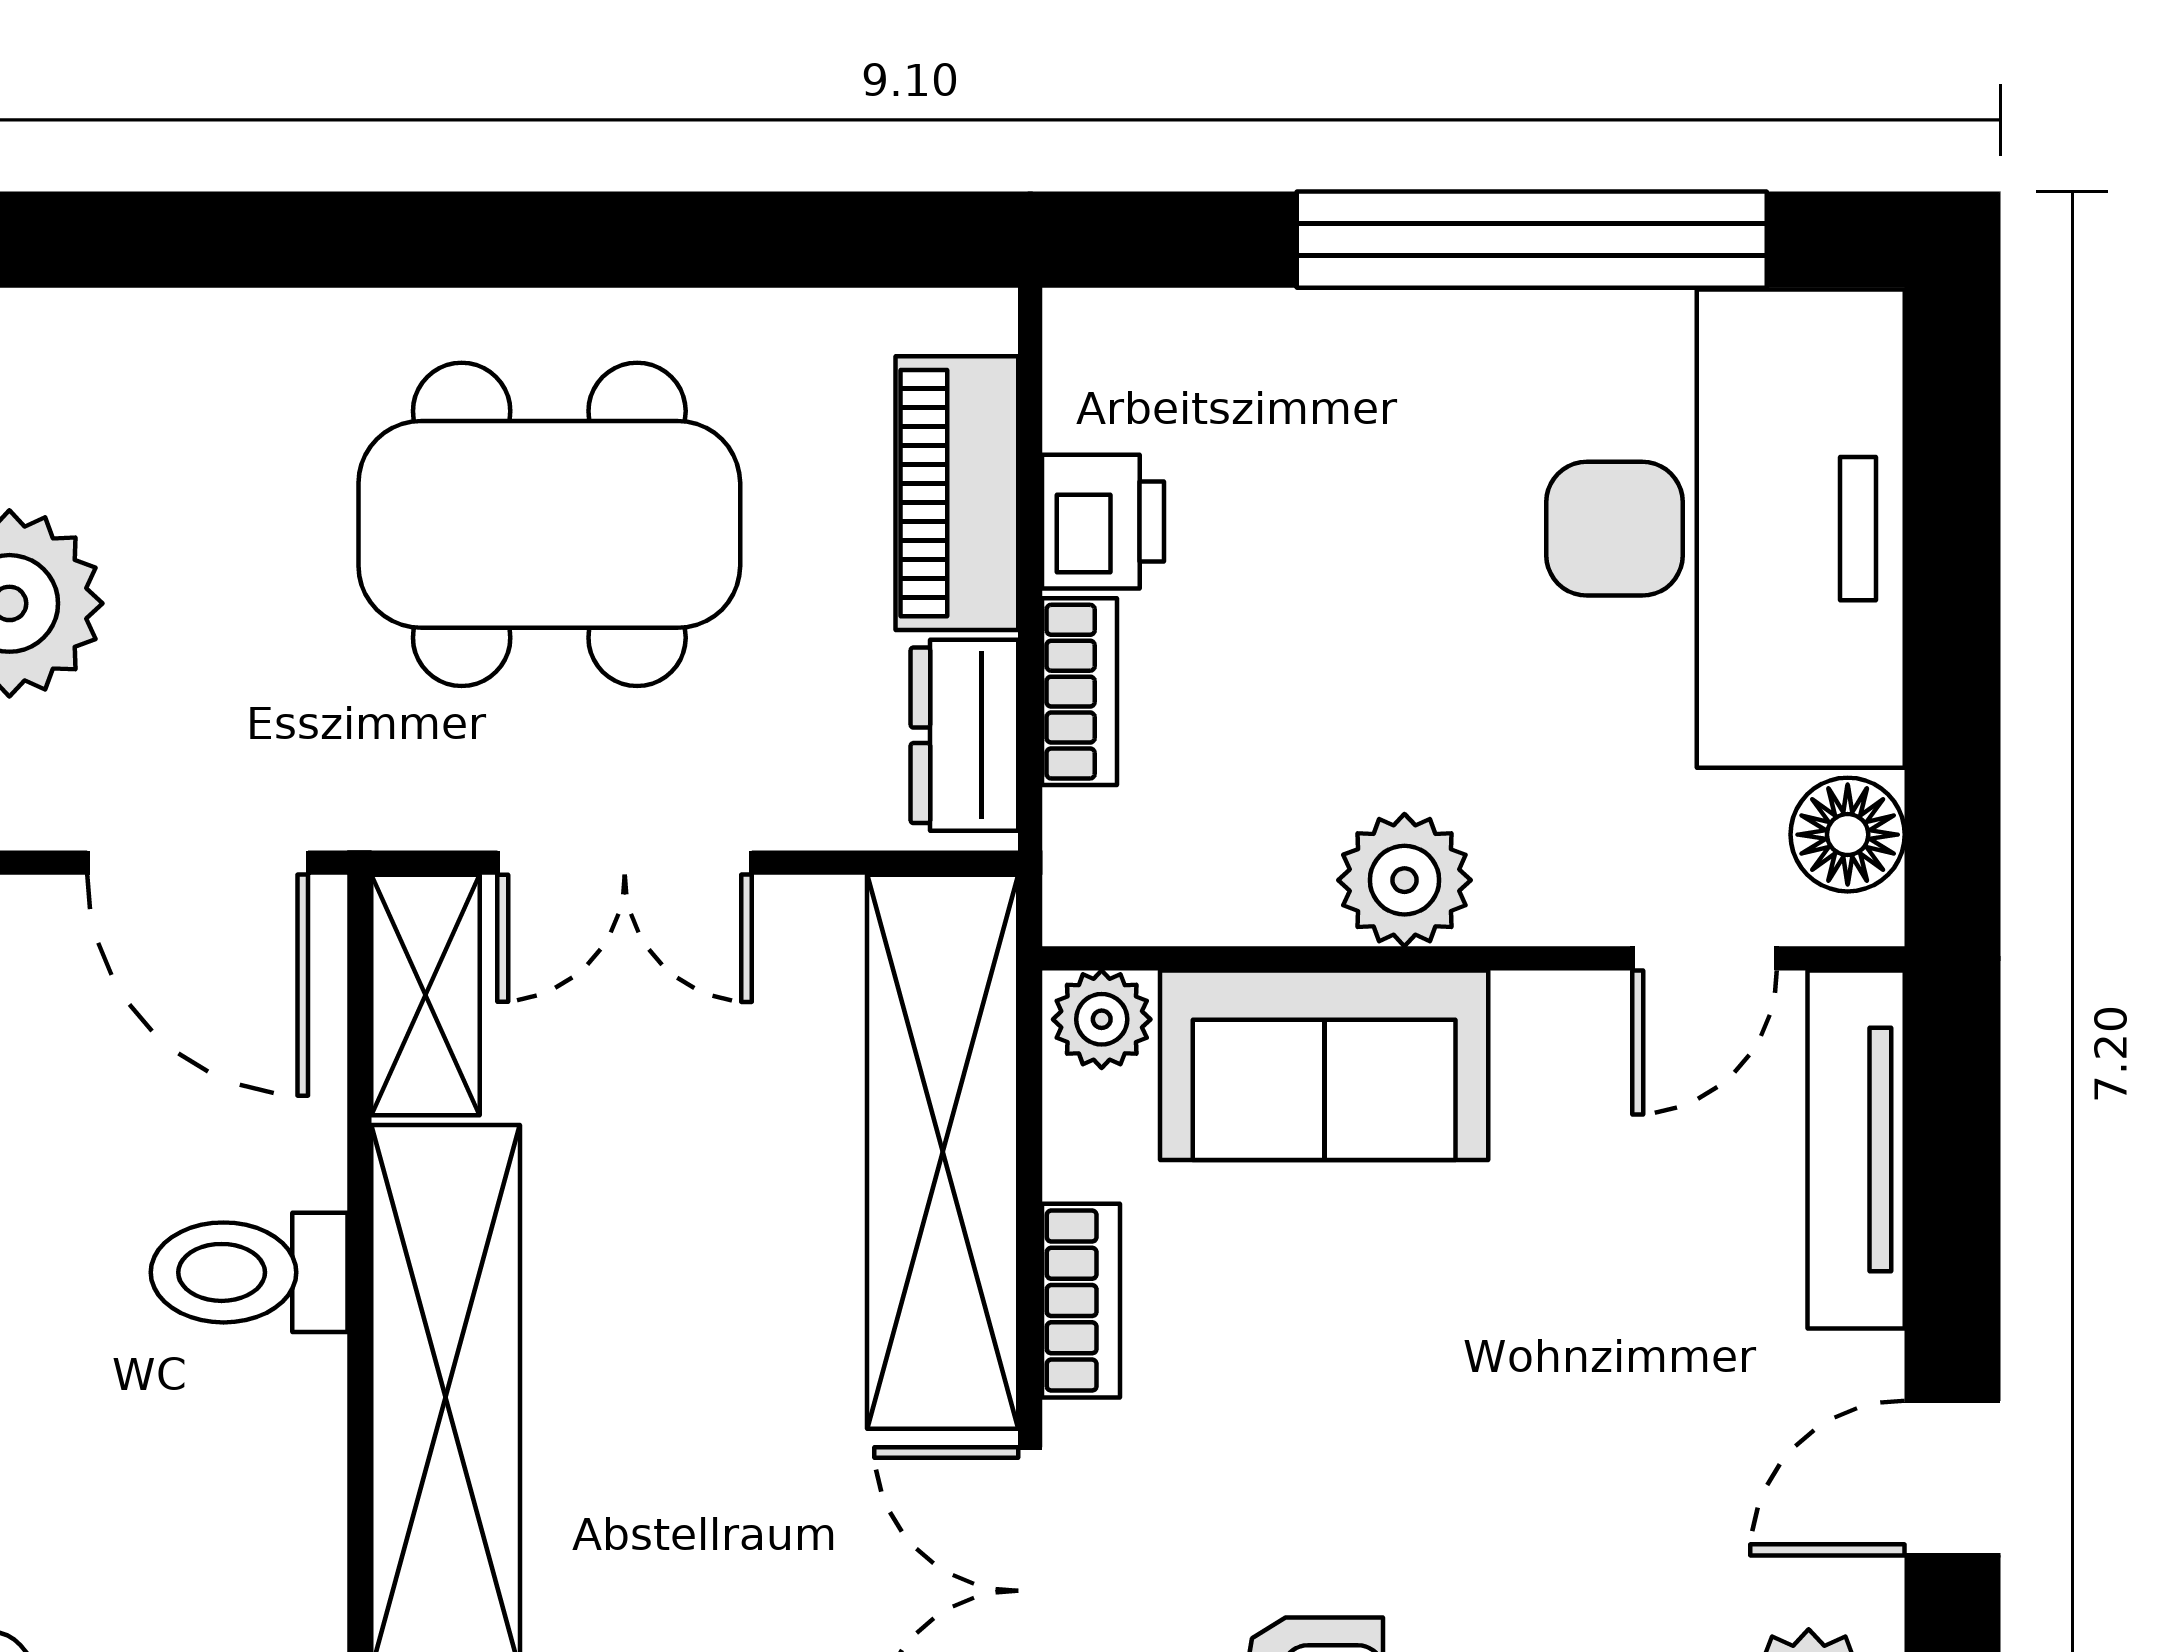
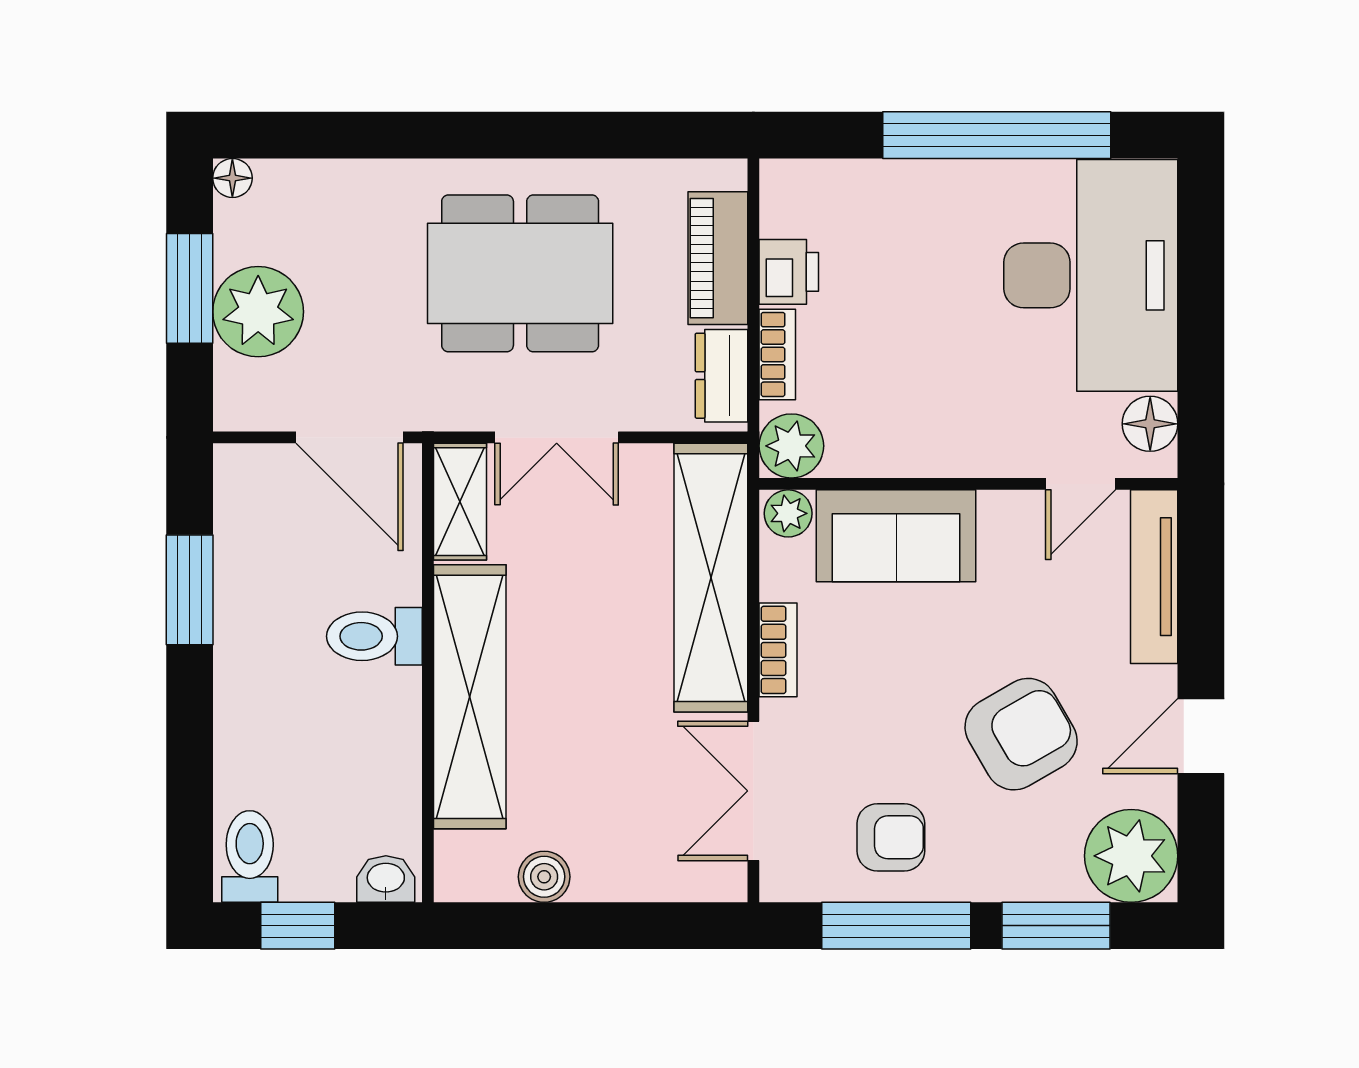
plant: (1404, 880) -> (791, 446), moved
armchair: (1582, 1474) -> (1021, 734), added

